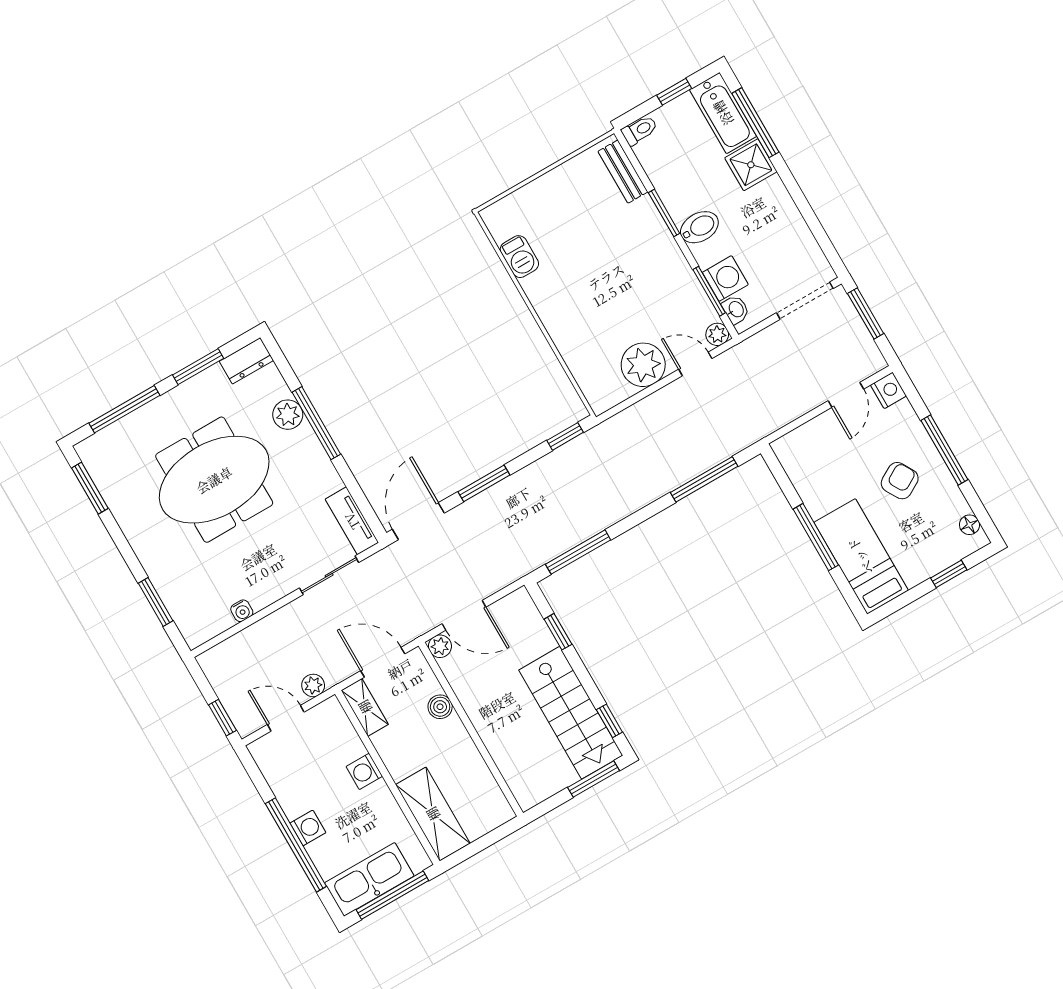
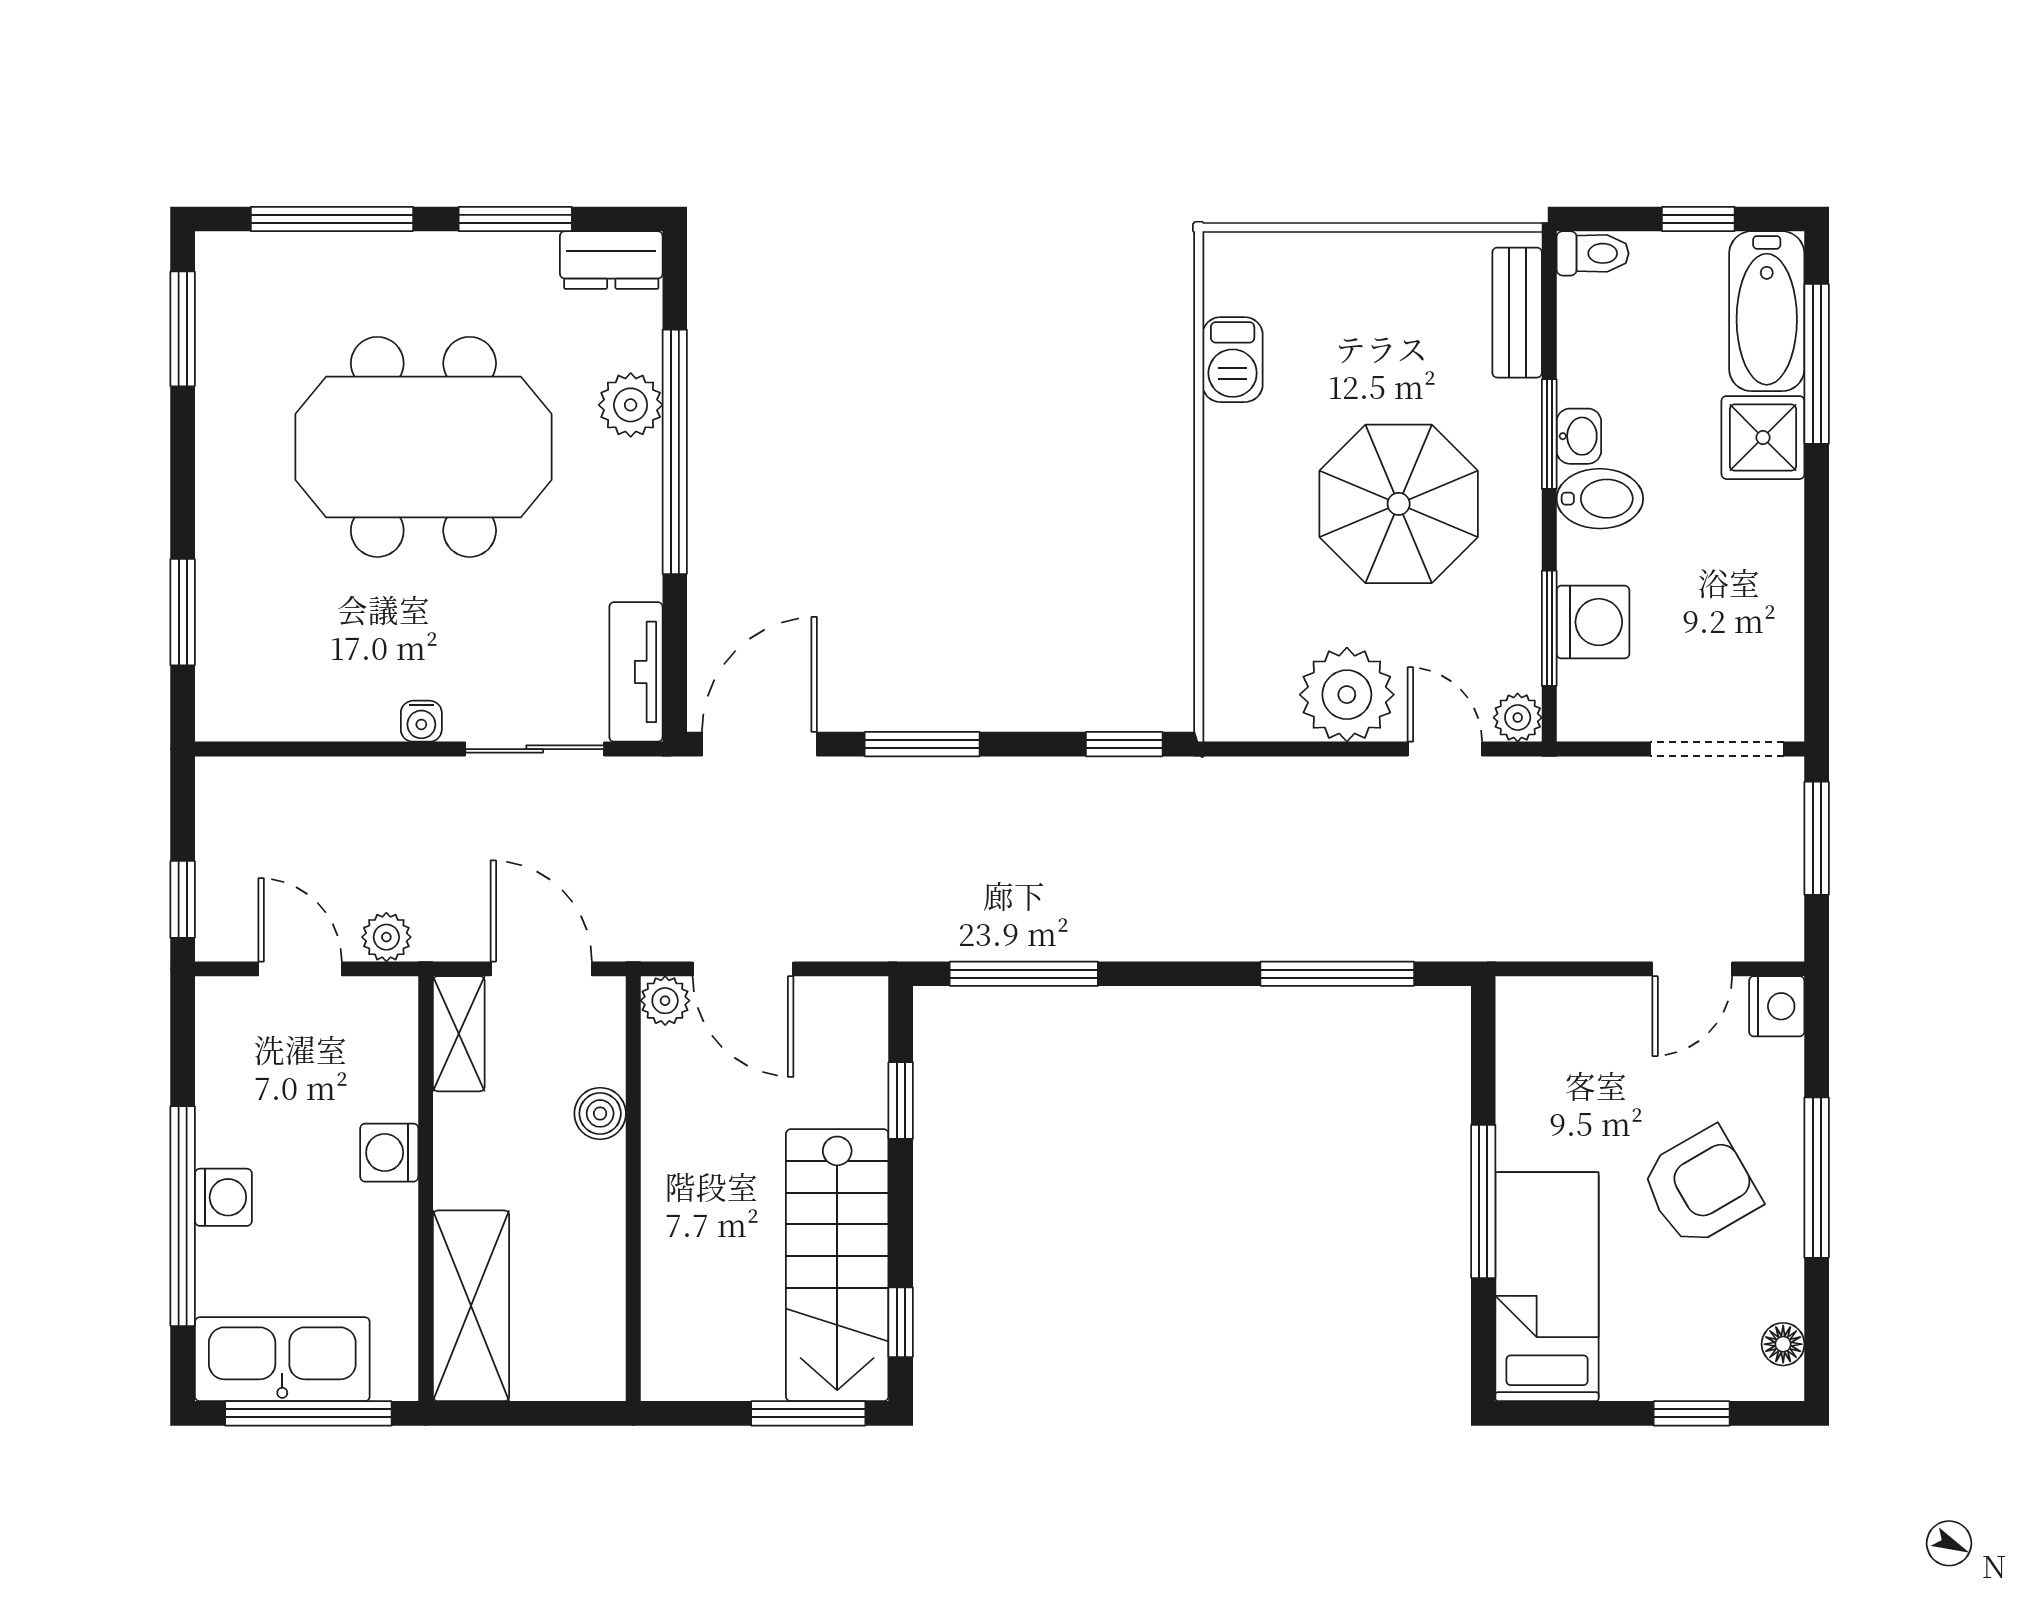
parasol: (620, 276) -> (1399, 504), added
washbasin: (736, 309) -> (1579, 436), moved
window: (316, 423) -> (675, 452), width x1.46
armchair: (900, 481) -> (1700, 1187), width x1.38, depth x1.38
water cooler: (242, 611) -> (421, 721), moved

